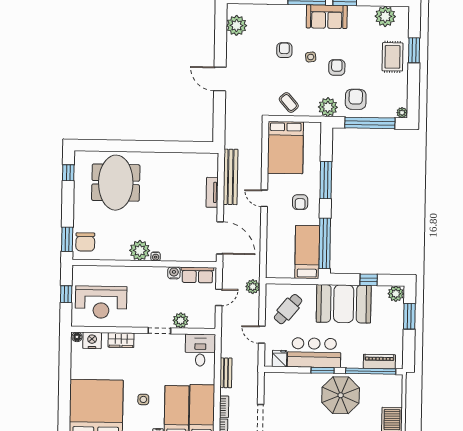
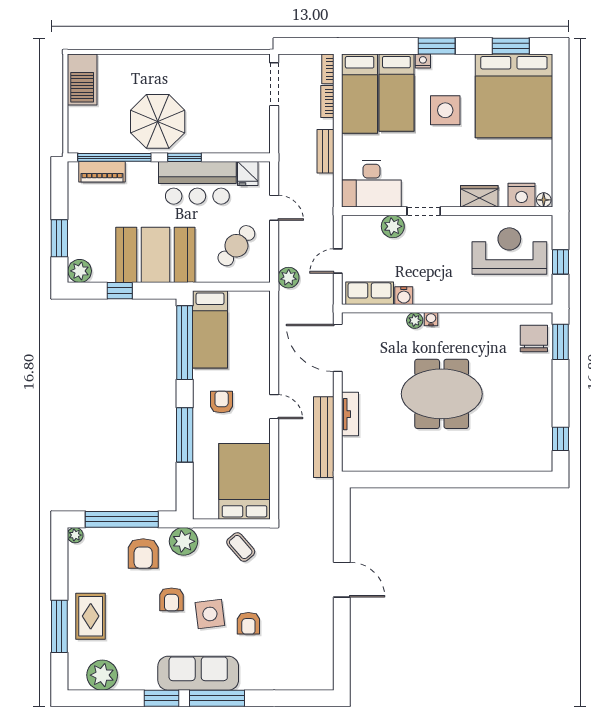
sofa: (327, 17) -> (198, 673), width x1.36
plant: (237, 25) -> (319, 658), removed
window: (414, 50) -> (59, 626), width x1.44
side table: (311, 57) -> (210, 614), width x1.87, depth x1.87
meeting table: (116, 183) -> (442, 394), moved, turned 90
plant: (140, 250) -> (415, 320), moved, width x0.53, depth x0.53
desk: (200, 350) -> (371, 184), width x1.37
side table: (143, 399) -> (445, 110), width x1.87, depth x1.87

